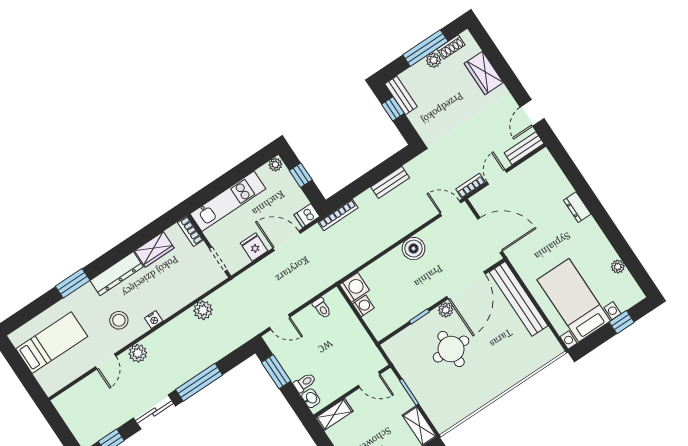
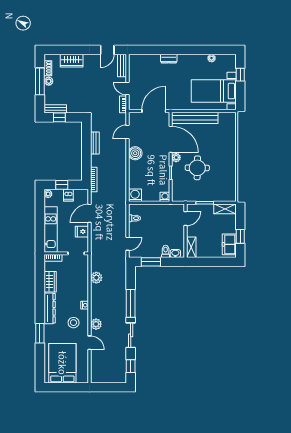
door: (532, 113) -> (107, 50), hinge flipped
door: (451, 208) -> (127, 132), moved
dishwasher: (307, 216) -> (68, 195), moved
washing machine: (363, 306) -> (165, 197), moved
bed: (52, 343) -> (62, 363), width x1.50

